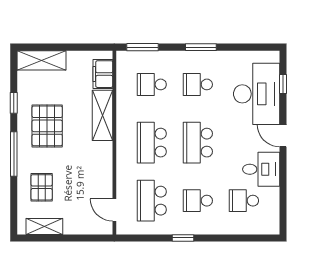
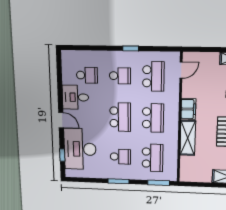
filing cabinet: (103, 74) -> (188, 109), moved
school desk: (152, 84) -> (152, 158), width x1.85
door: (114, 210) -> (181, 70), hinge flipped

